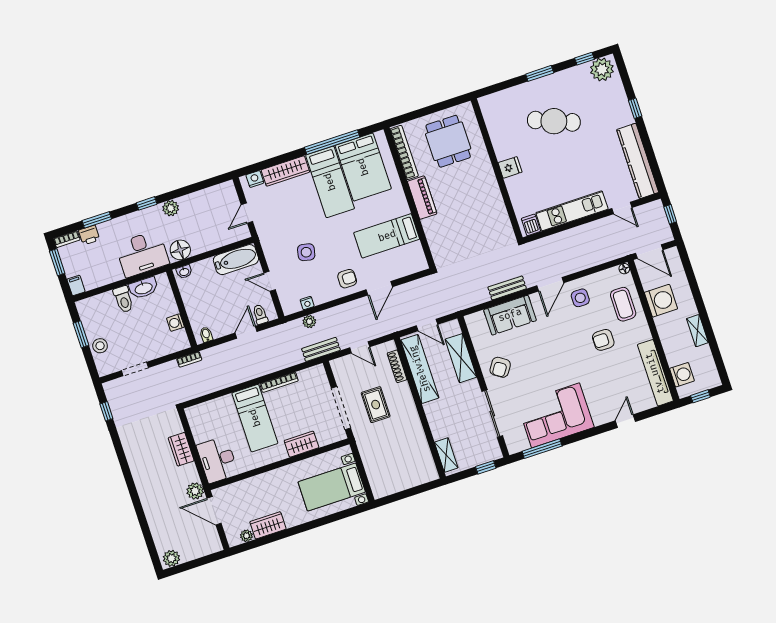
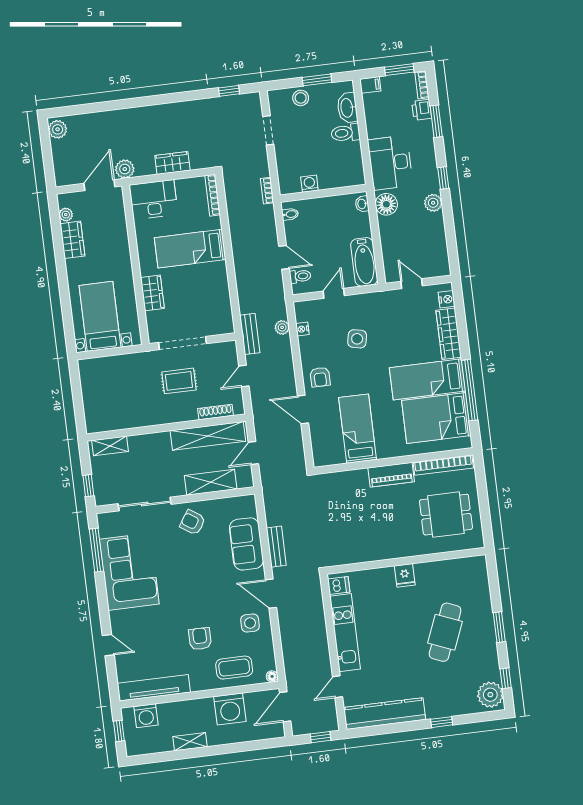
washbasin: (143, 288) -> (347, 108), moved
bookcase: (279, 382) -> (213, 195), moved

